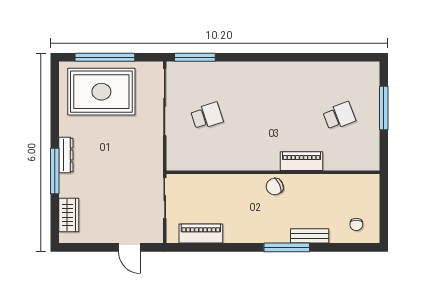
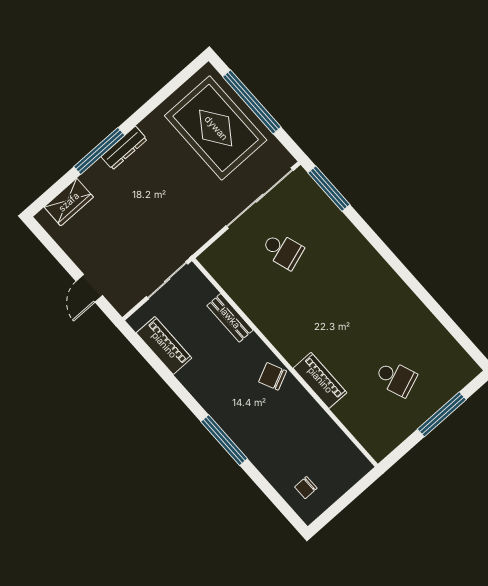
bench: (310, 236) -> (230, 318), moved

